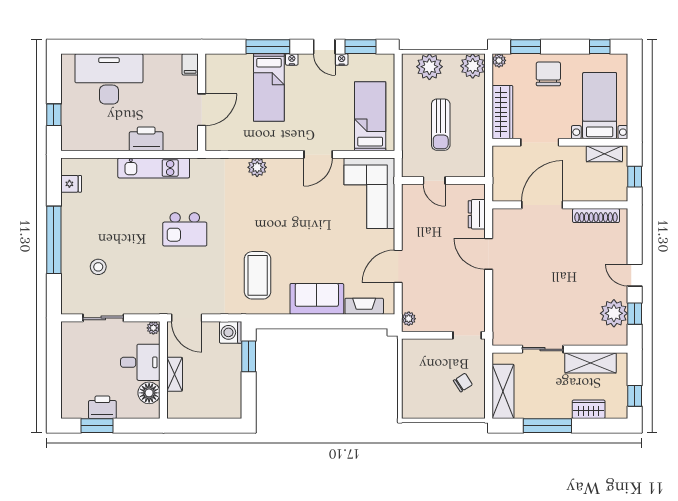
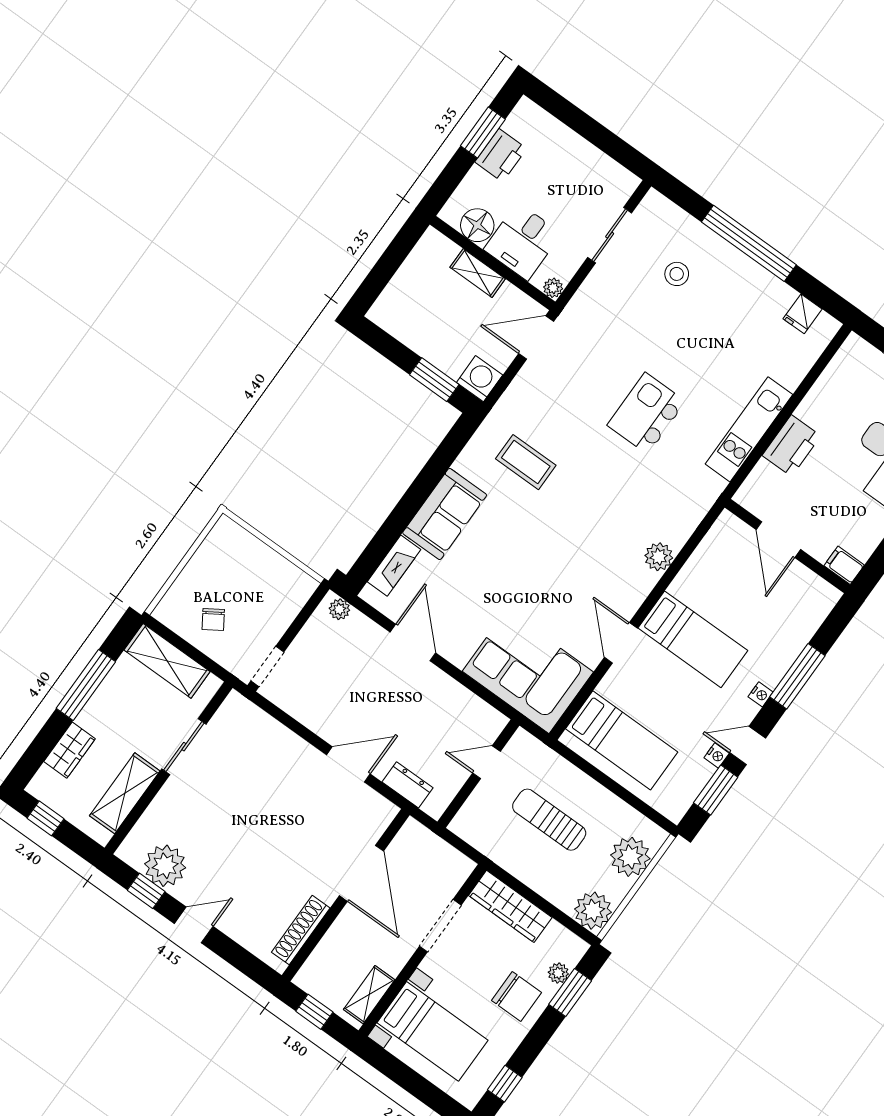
plant: (499, 60) -> (558, 973), moved
bed: (269, 87) -> (693, 639), moved, turned 180
coffee table: (258, 275) -> (526, 462), width x0.73, depth x0.76

